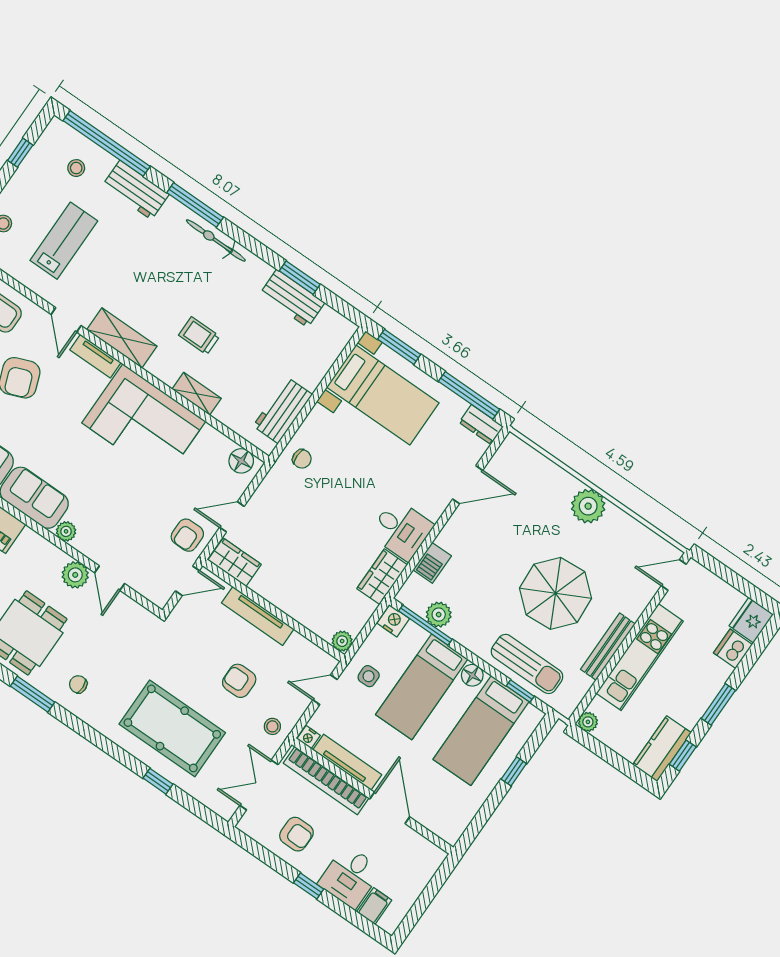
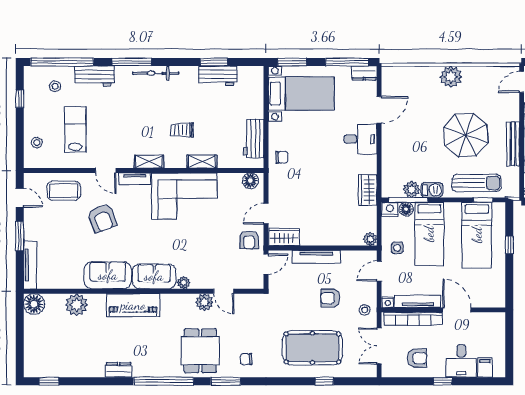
shelving: (122, 338) -> (149, 162), width x0.67, depth x0.75
desk: (401, 530) -> (360, 139), moved
barbecue: (432, 563) -> (432, 190), moved, turned -90
floor lamp: (472, 675) -> (406, 209), moved

